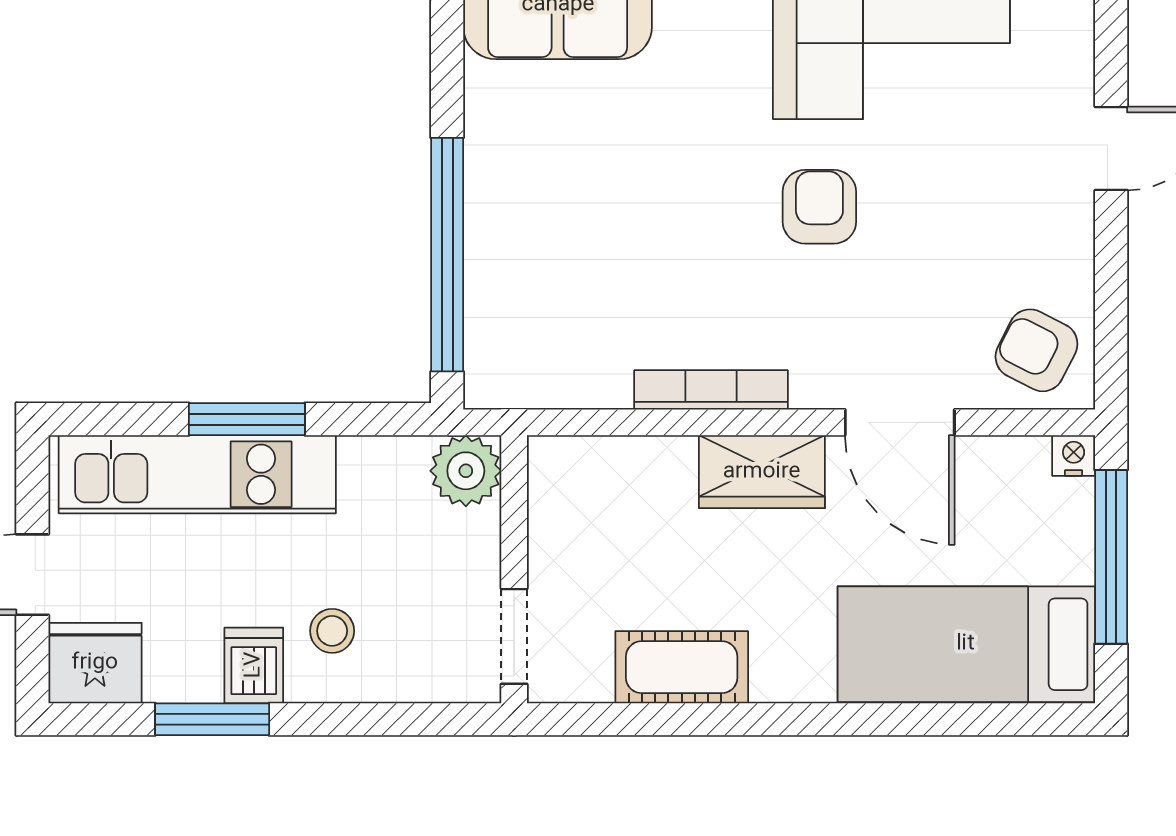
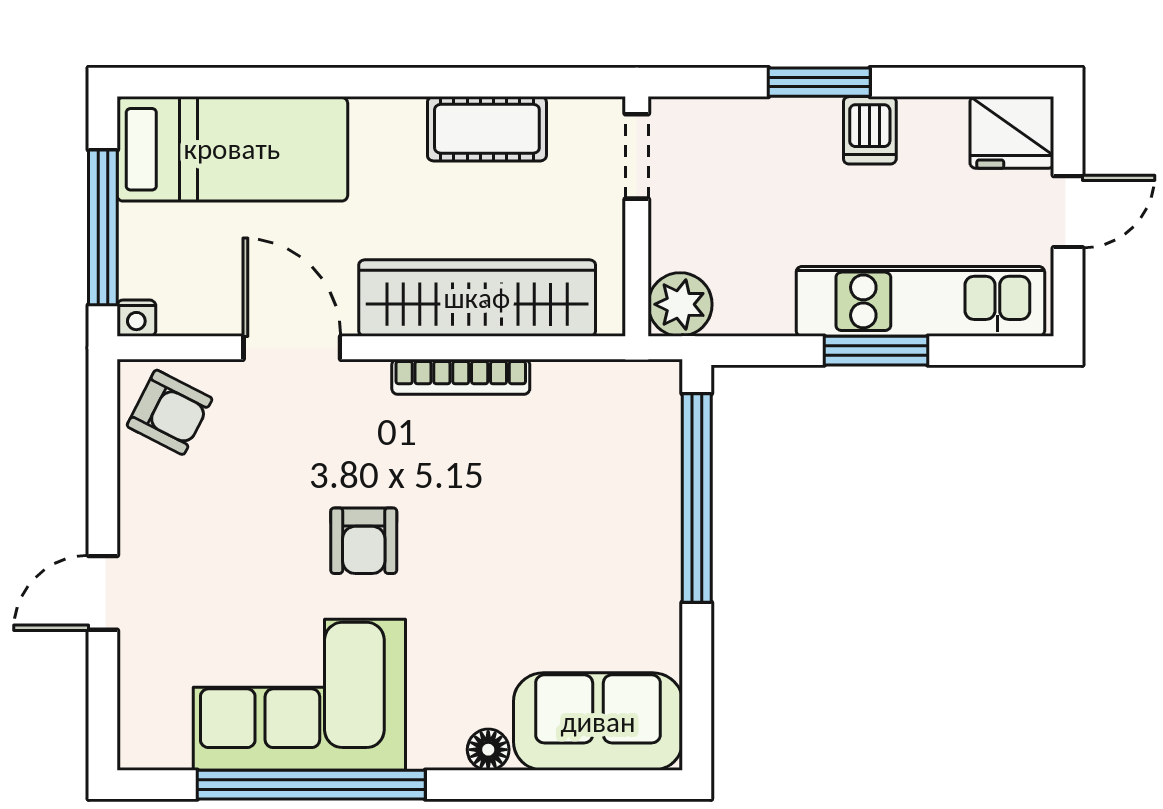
wardrobe: (762, 472) -> (477, 298), width x2.10, depth x1.17
stool: (332, 631) -> (800, 161), removed
window: (212, 719) -> (819, 82), moved

